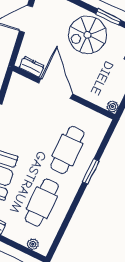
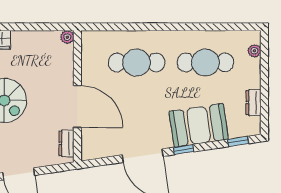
door: (56, 89) -> (77, 107), swing flipped
window: (91, 171) -> (147, 27), removed

